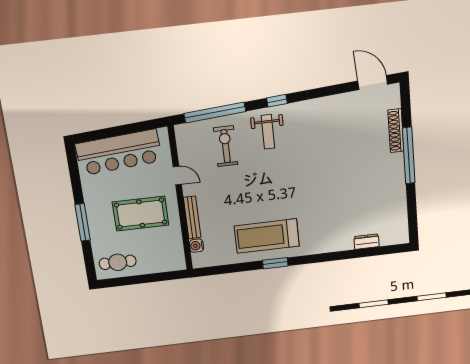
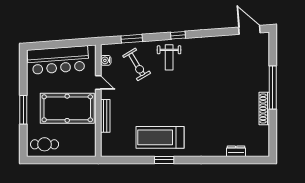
window: (215, 112) -> (132, 39), width x0.47
shoe rack: (396, 131) -> (264, 108), moved
exercise bike: (226, 146) -> (137, 64), turned 149
pool table: (141, 214) -> (67, 108), width x1.36, depth x1.32
water cooler: (196, 246) -> (106, 60), moved

